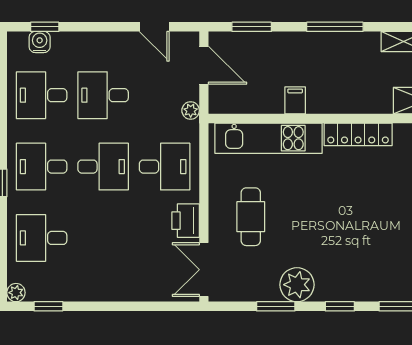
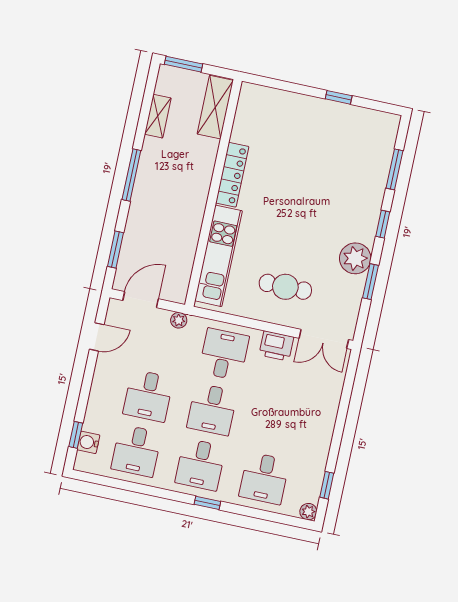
filing cabinet: (295, 100) -> (190, 225), removed
desk: (103, 167) -> (212, 409), turned 180

